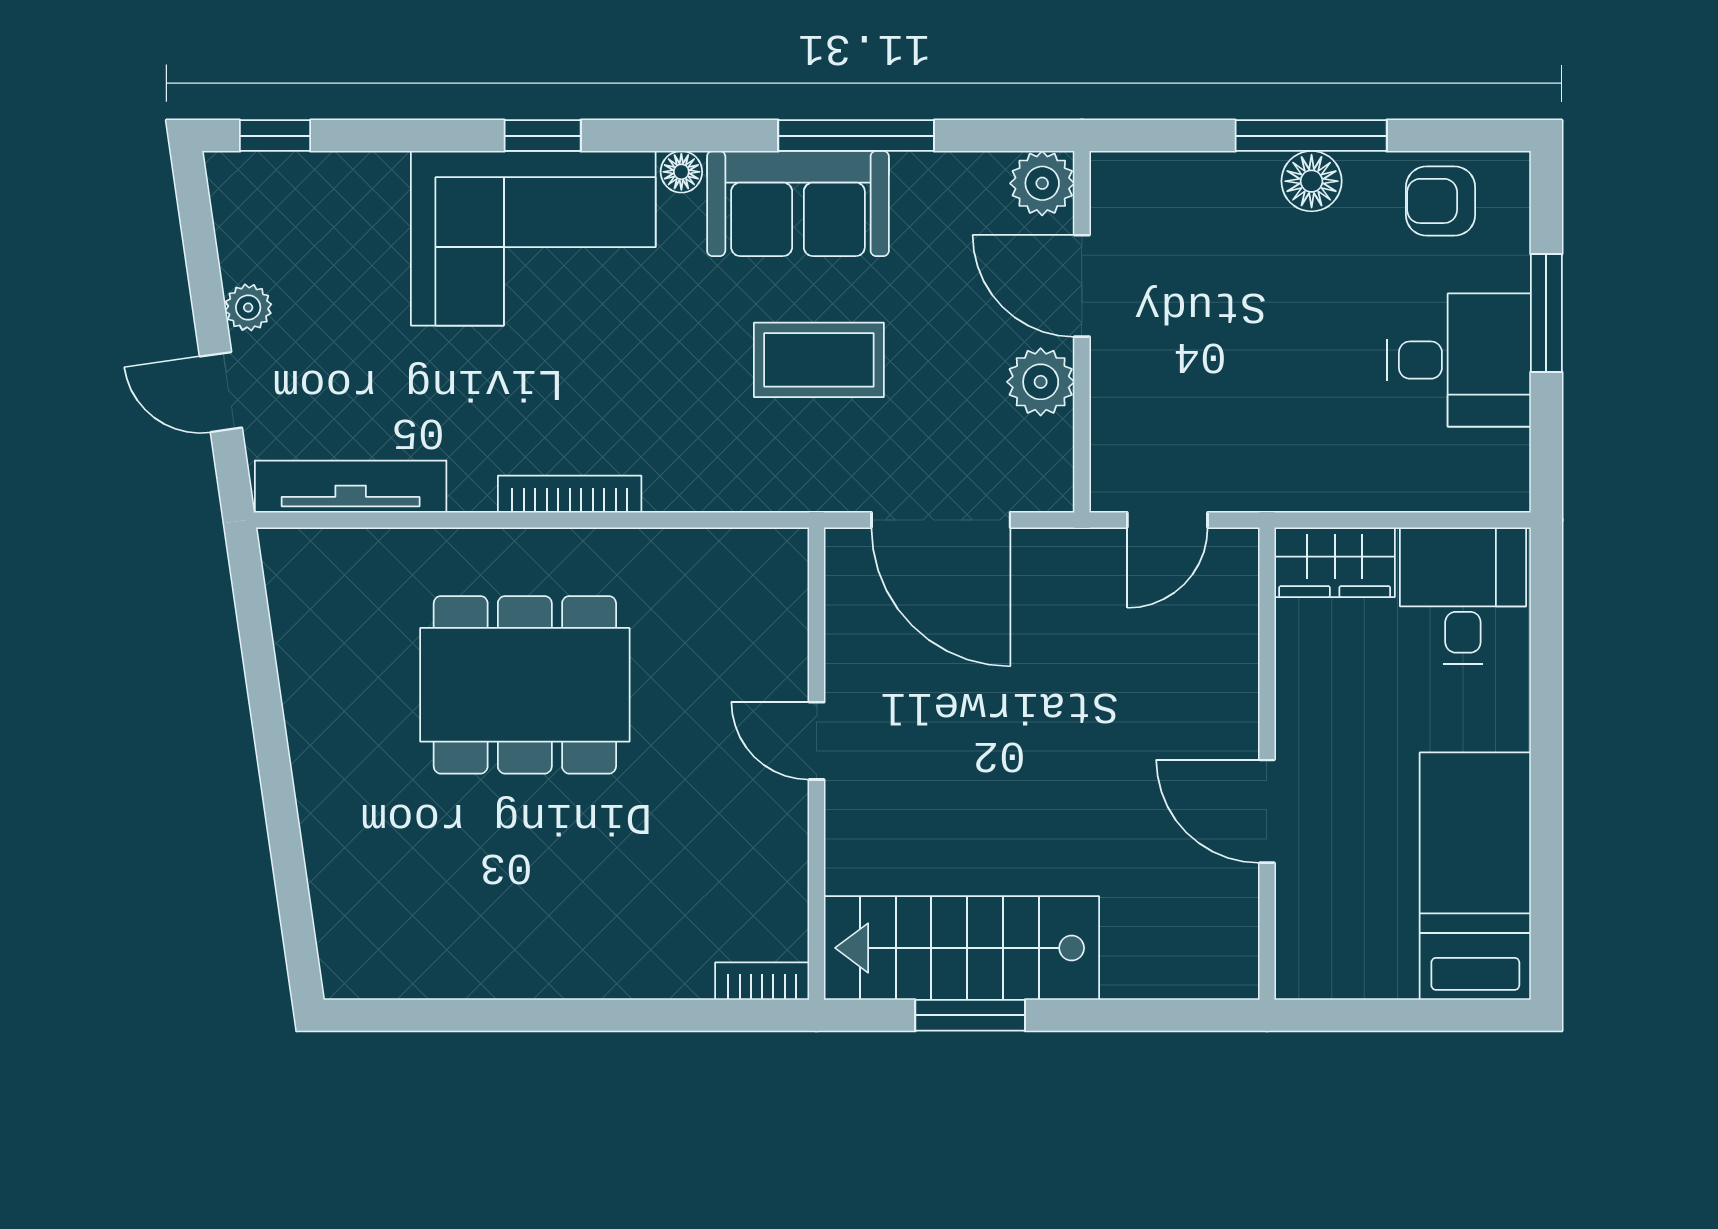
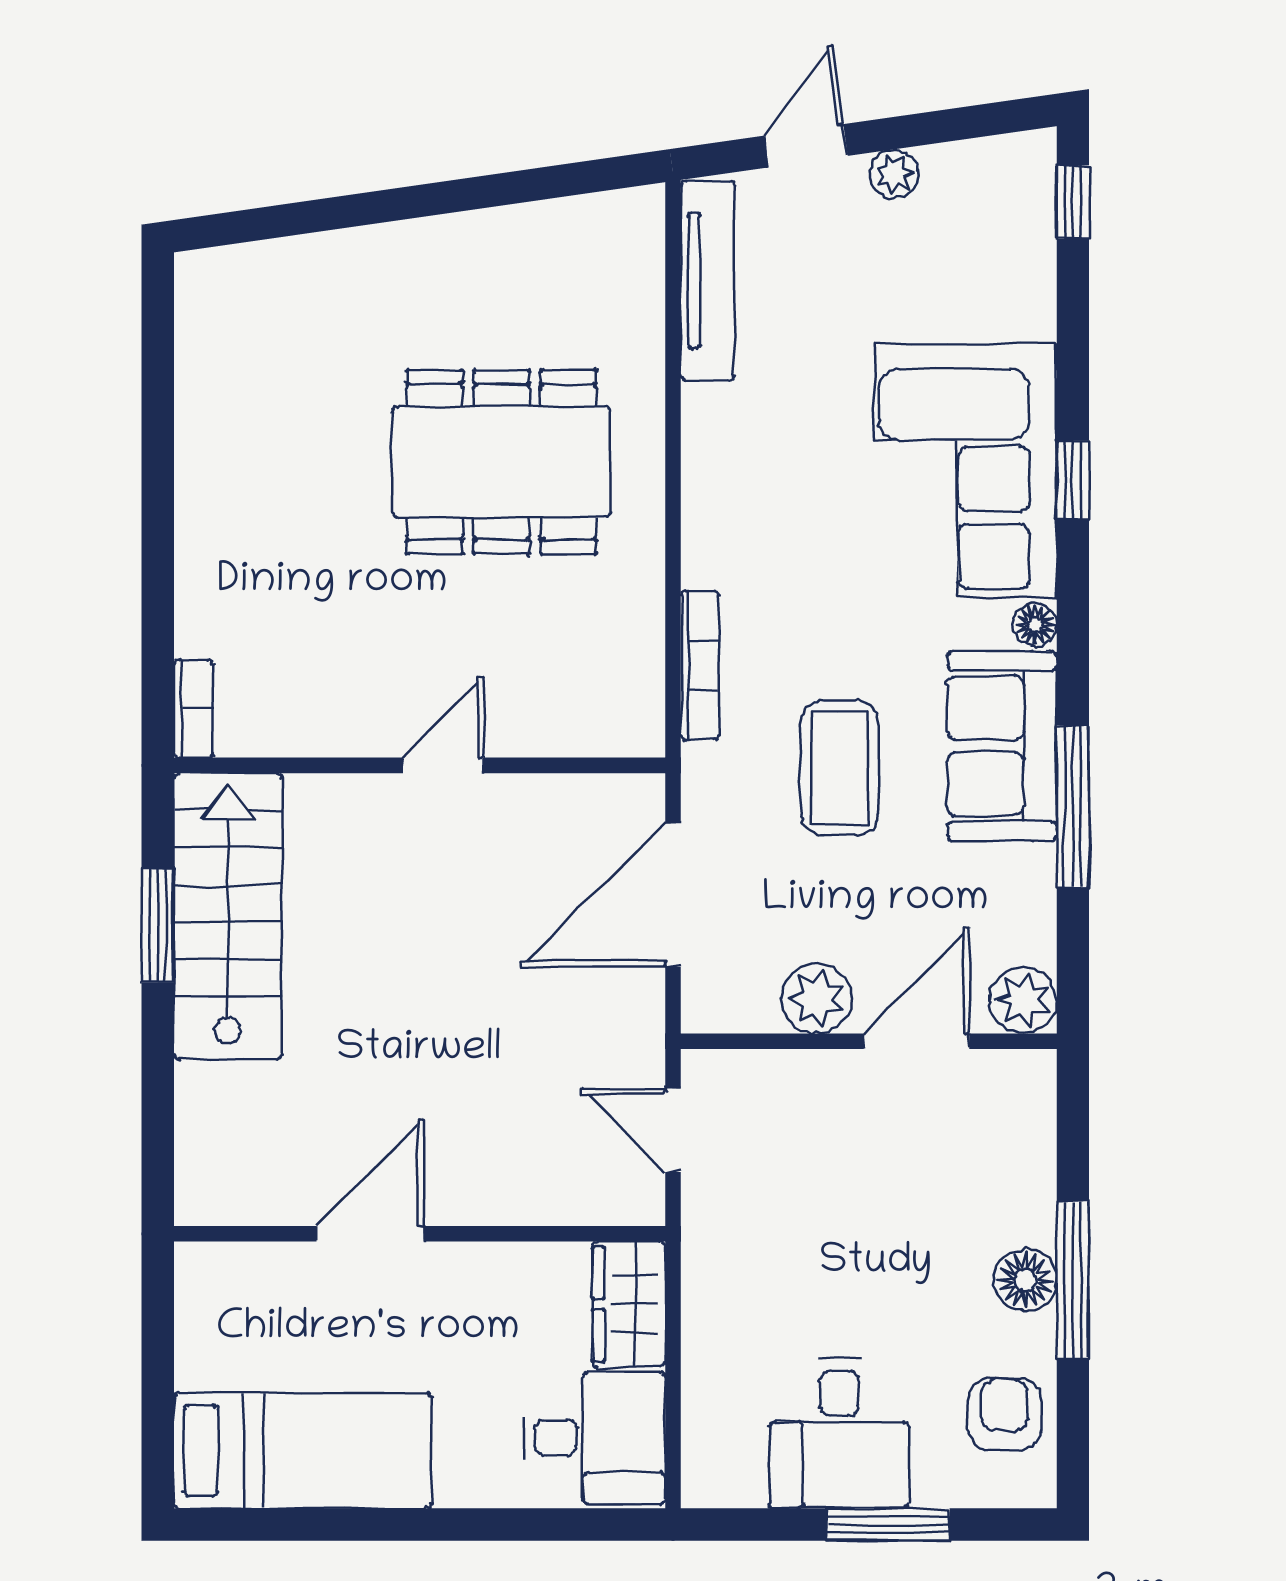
bookcase: (570, 494) -> (700, 666), moved
dining table: (525, 685) -> (501, 462), turned 90

